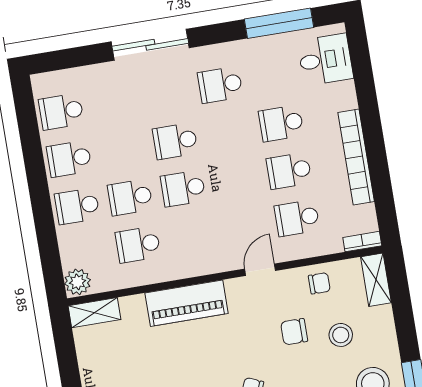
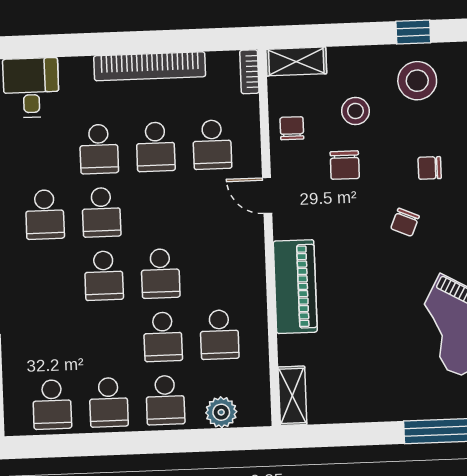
school desk: (228, 132) -> (101, 212), added
plant: (77, 282) -> (221, 412), moved

